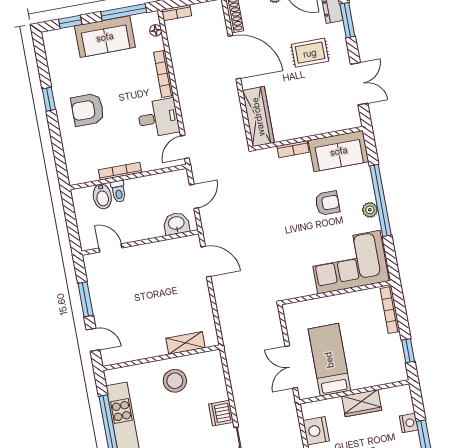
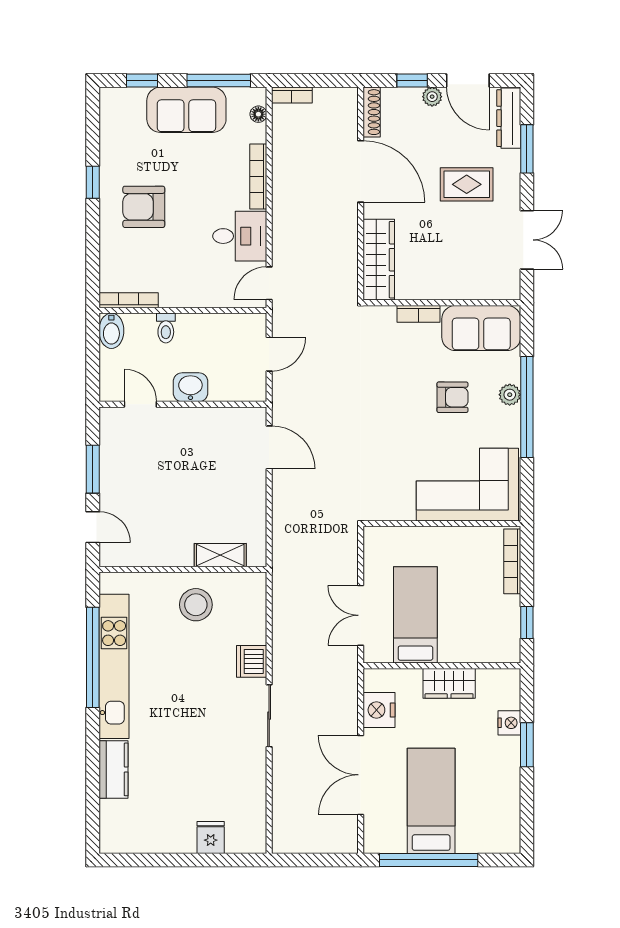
bookcase: (120, 171) -> (129, 300), moved
bidet: (102, 196) -> (111, 331), moved
plant: (370, 210) -> (510, 395), moved
washbasin: (176, 224) -> (190, 387), moved

